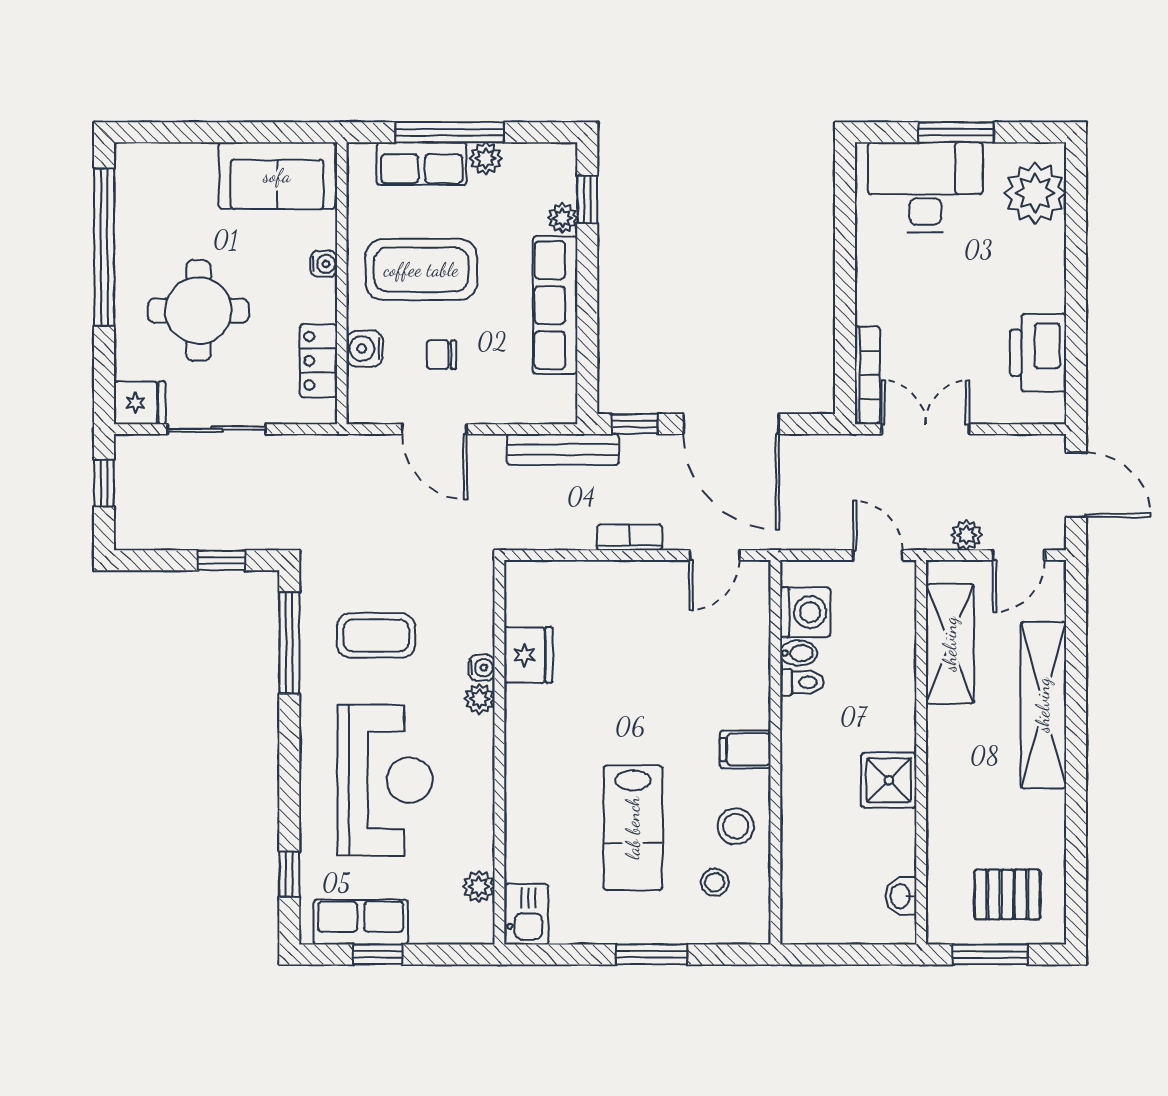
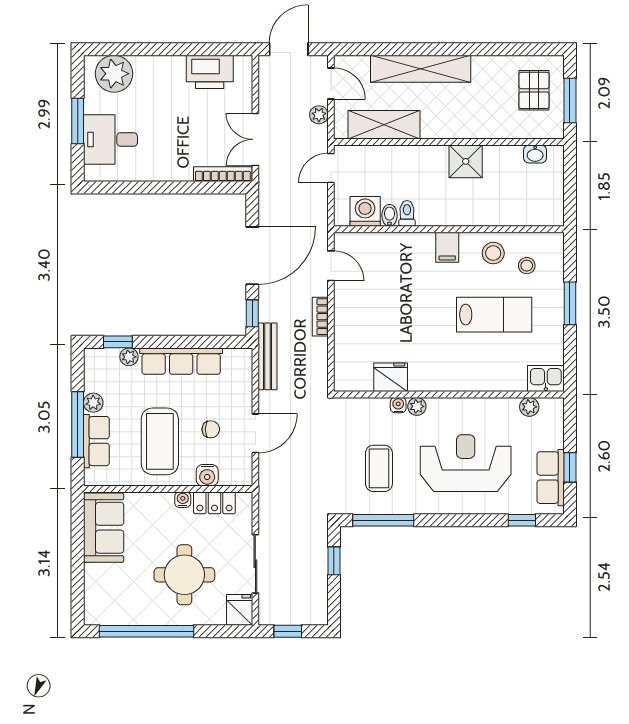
desk: (925, 187) -> (110, 139), width x0.73
water cooler: (324, 264) -> (183, 500), moved
chair: (441, 355) -> (211, 429), turned -90

